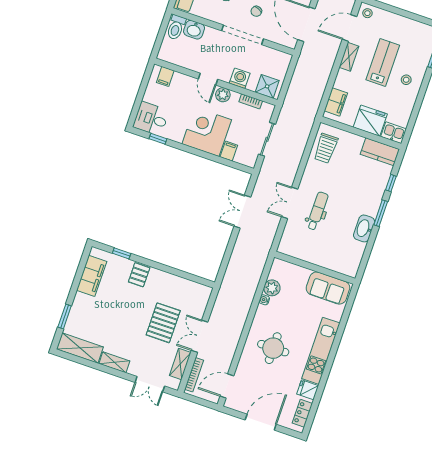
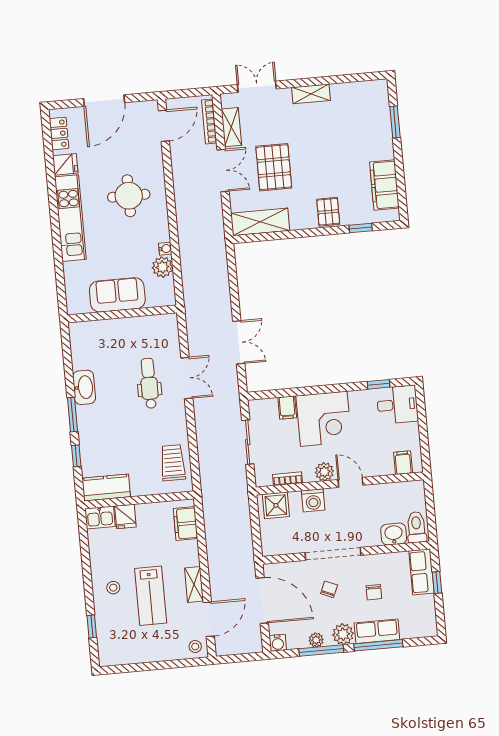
fridge: (370, 121) -> (125, 516), width x0.53, depth x0.75
dental chair: (317, 211) -> (149, 383), turned 180
sofa: (328, 288) -> (117, 295), moved
shelving: (80, 348) -> (260, 222), moved

